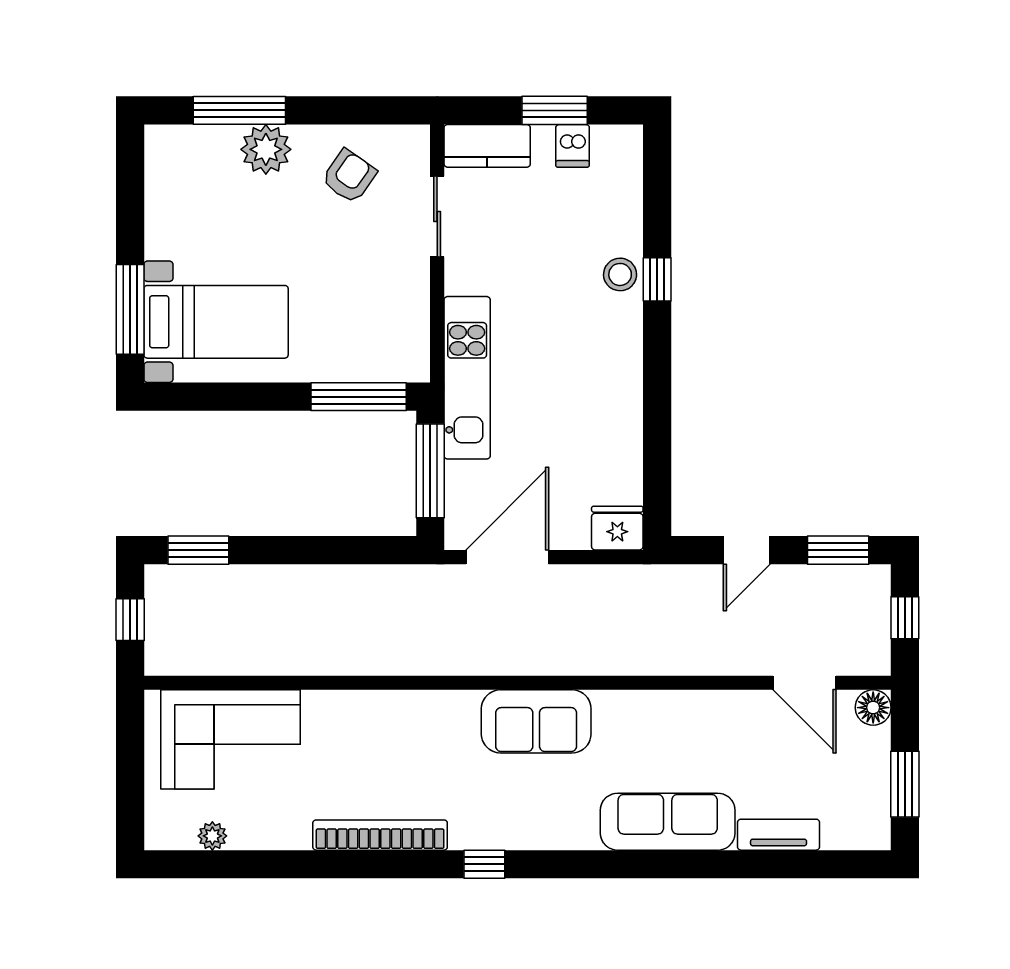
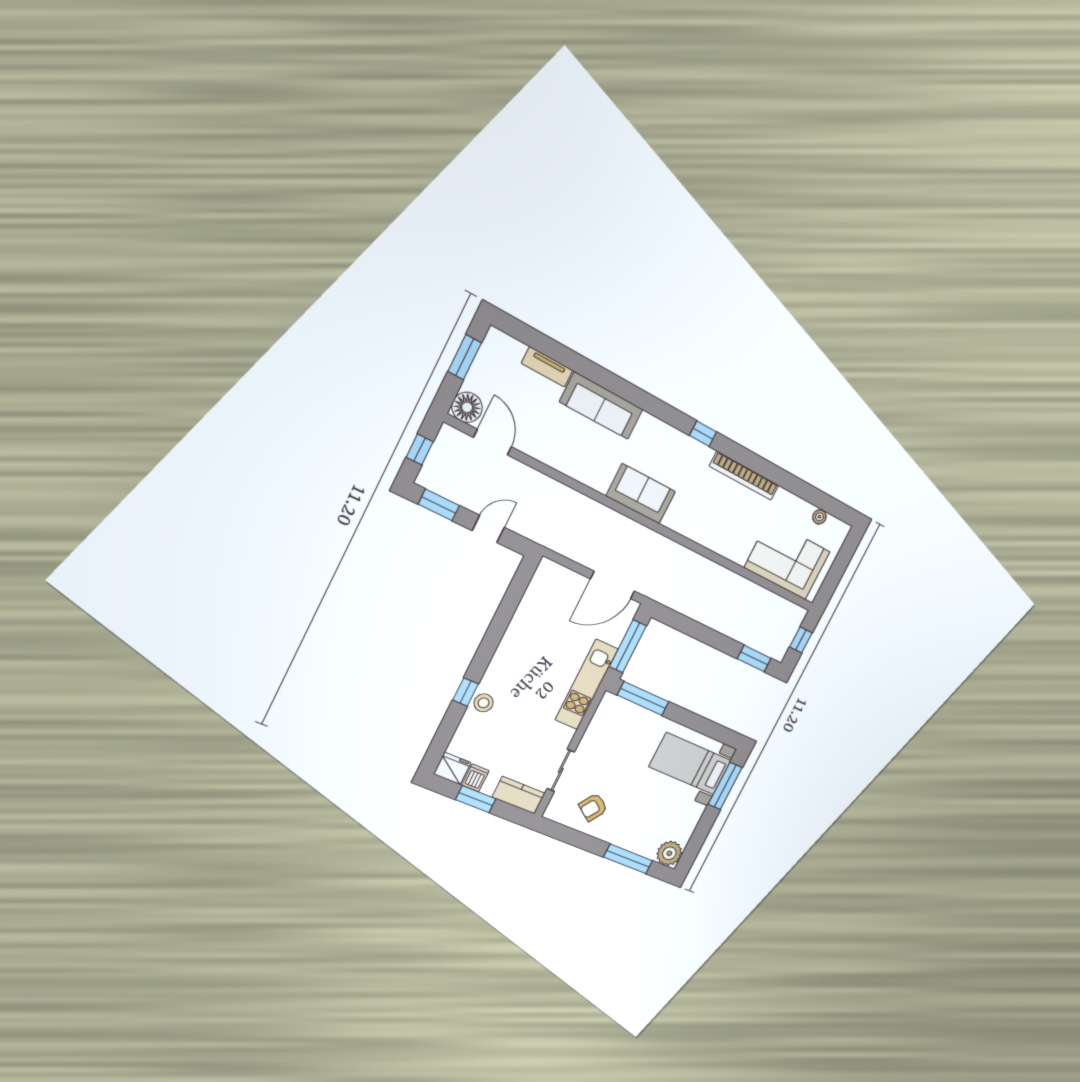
plant: (266, 149) -> (669, 853), moved
fridge: (617, 528) -> (452, 768), moved, turned 180
floor lamp: (873, 708) -> (467, 407), width x1.38, depth x1.38

